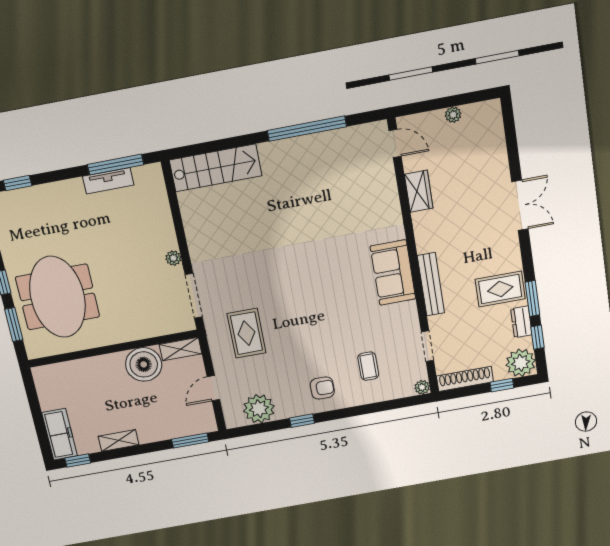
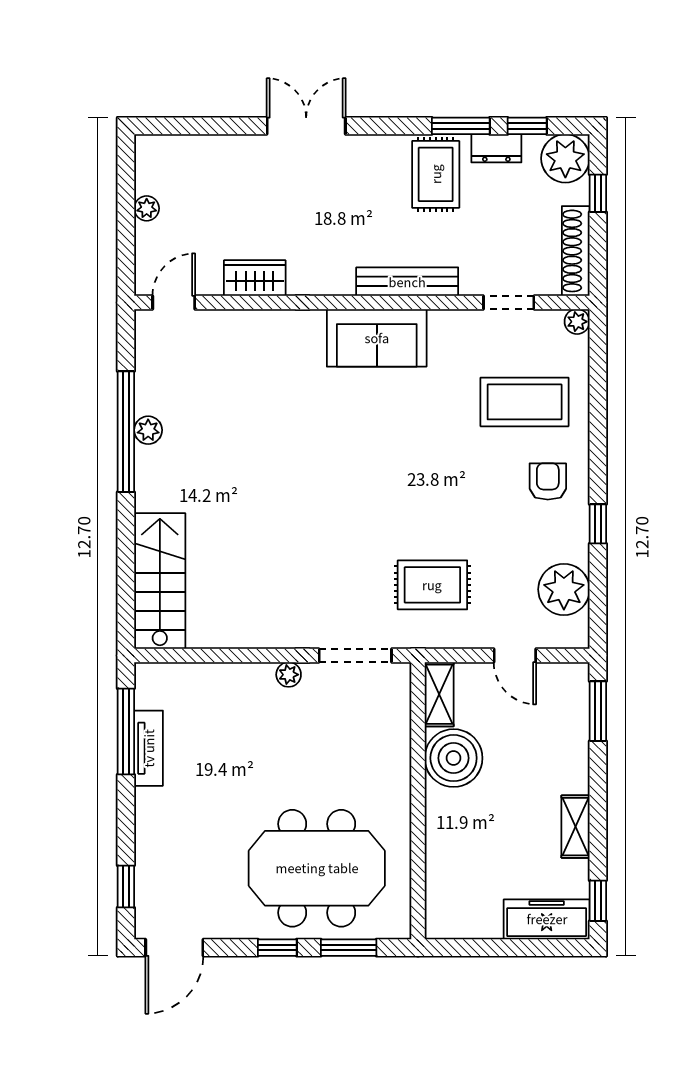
plant: (310, 142) -> (148, 430), added
coffee table: (368, 366) -> (525, 402), width x1.86, depth x1.72

